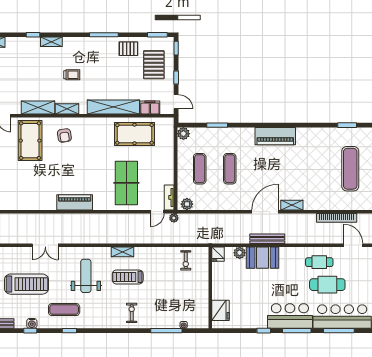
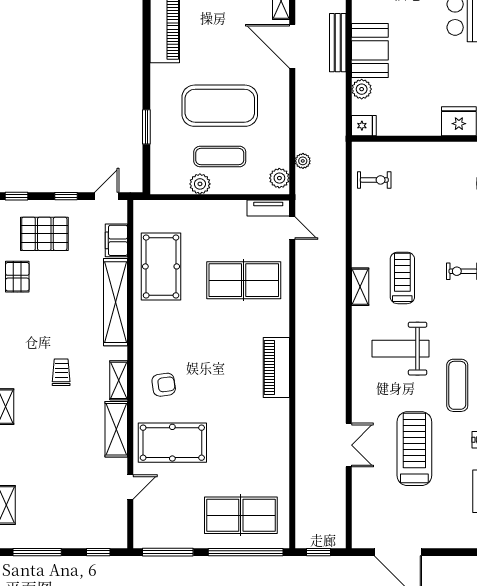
plant: (183, 134) -> (200, 184), moved
exercise mat: (230, 169) -> (220, 106), width x2.00, depth x1.45
plant: (174, 218) -> (303, 161), moved
double door: (45, 245) -> (349, 445), moved
treadmill: (128, 277) -> (402, 278), turned 180

